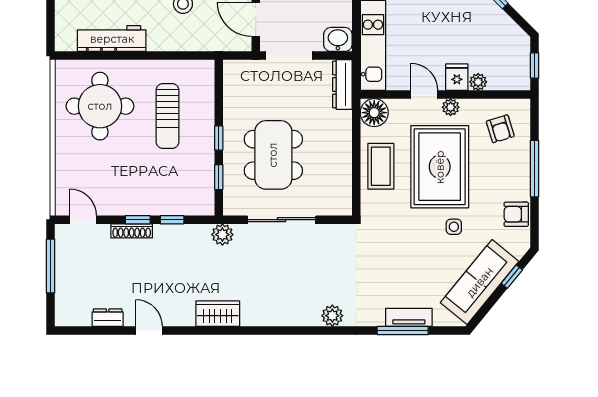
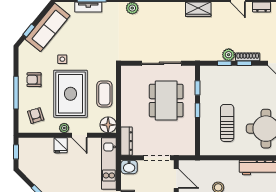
plant: (478, 82) -> (48, 143), removed
armchair: (516, 214) -> (34, 80), moved, turned 180
plant: (222, 235) -> (229, 55), moved

